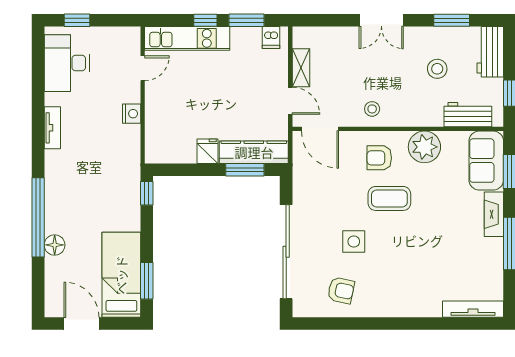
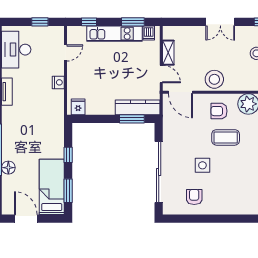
window: (77, 20) -> (40, 22), moved
window: (205, 20) -> (89, 22), moved
kitchen unit: (187, 38) -> (114, 34), moved
stool: (372, 109) -> (214, 79), width x1.89, depth x1.89
fridge: (207, 151) -> (78, 107), moved
window: (147, 193) -> (68, 155), moved
armchair: (341, 290) -> (194, 197), turned -102

